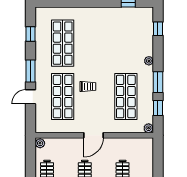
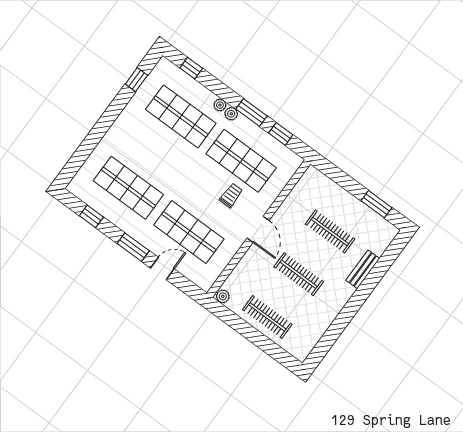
shop shelf: (126, 43) -> (181, 116), added
trolley: (88, 87) -> (231, 195), moved
door: (31, 97) -> (162, 268), swing flipped
plant: (149, 128) -> (231, 114), moved

